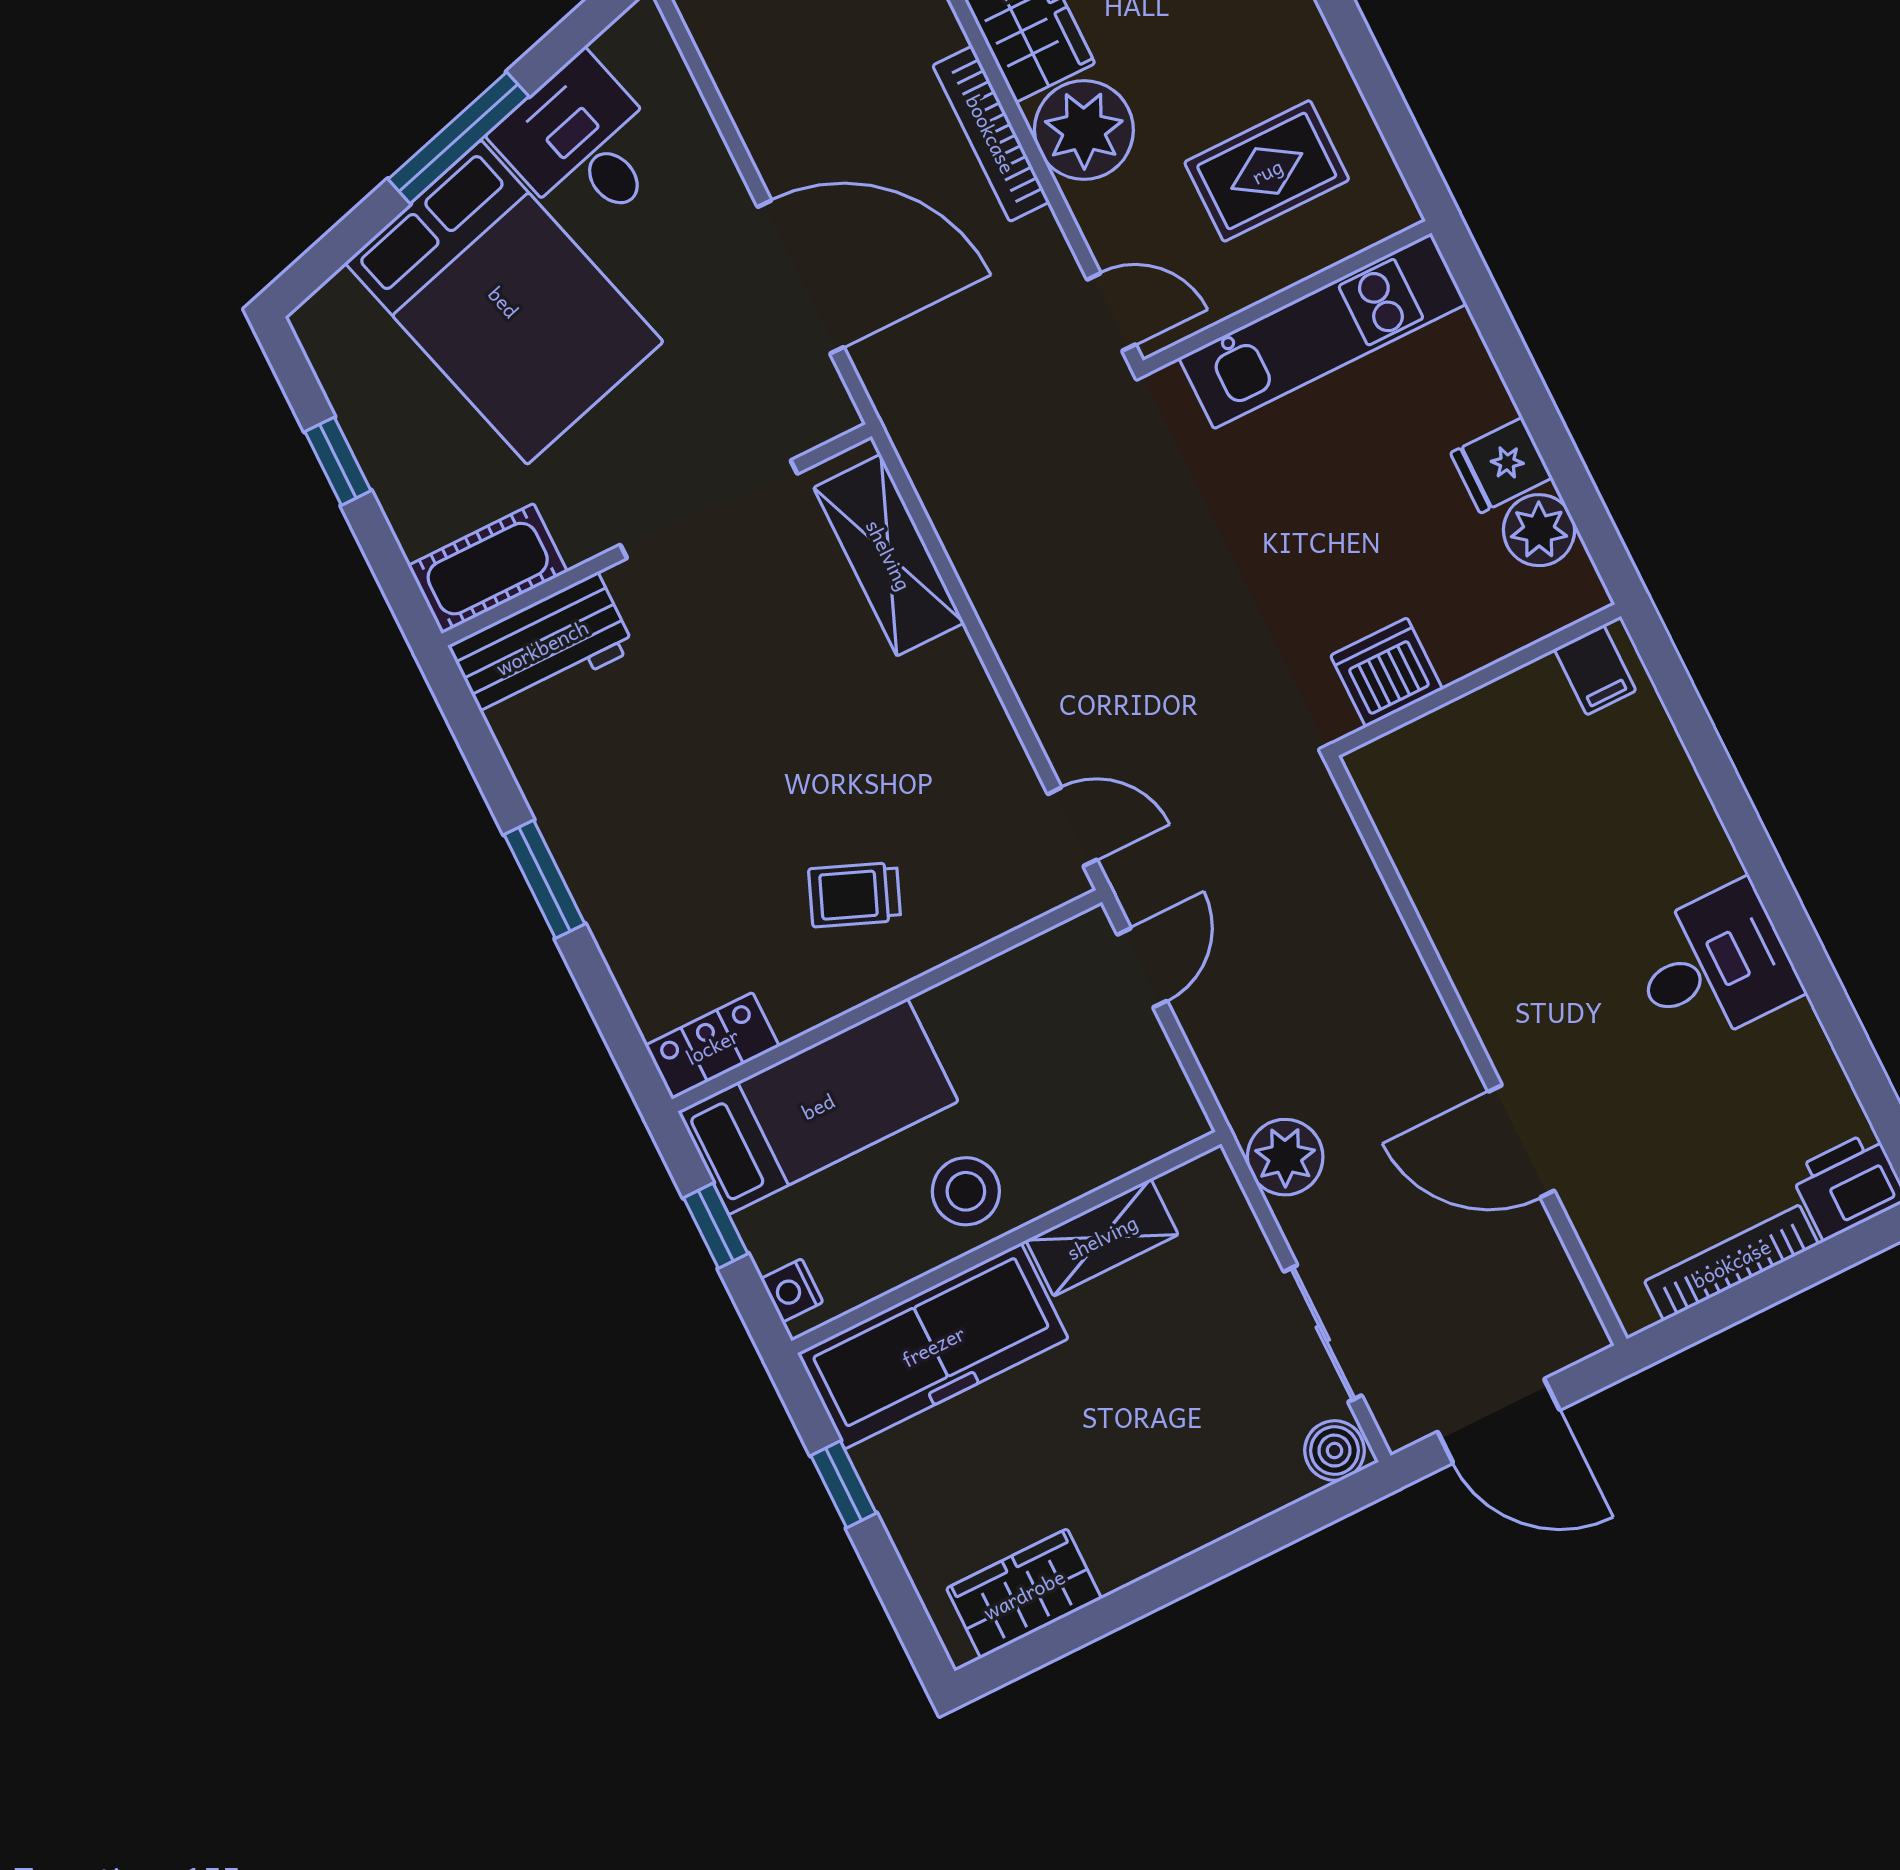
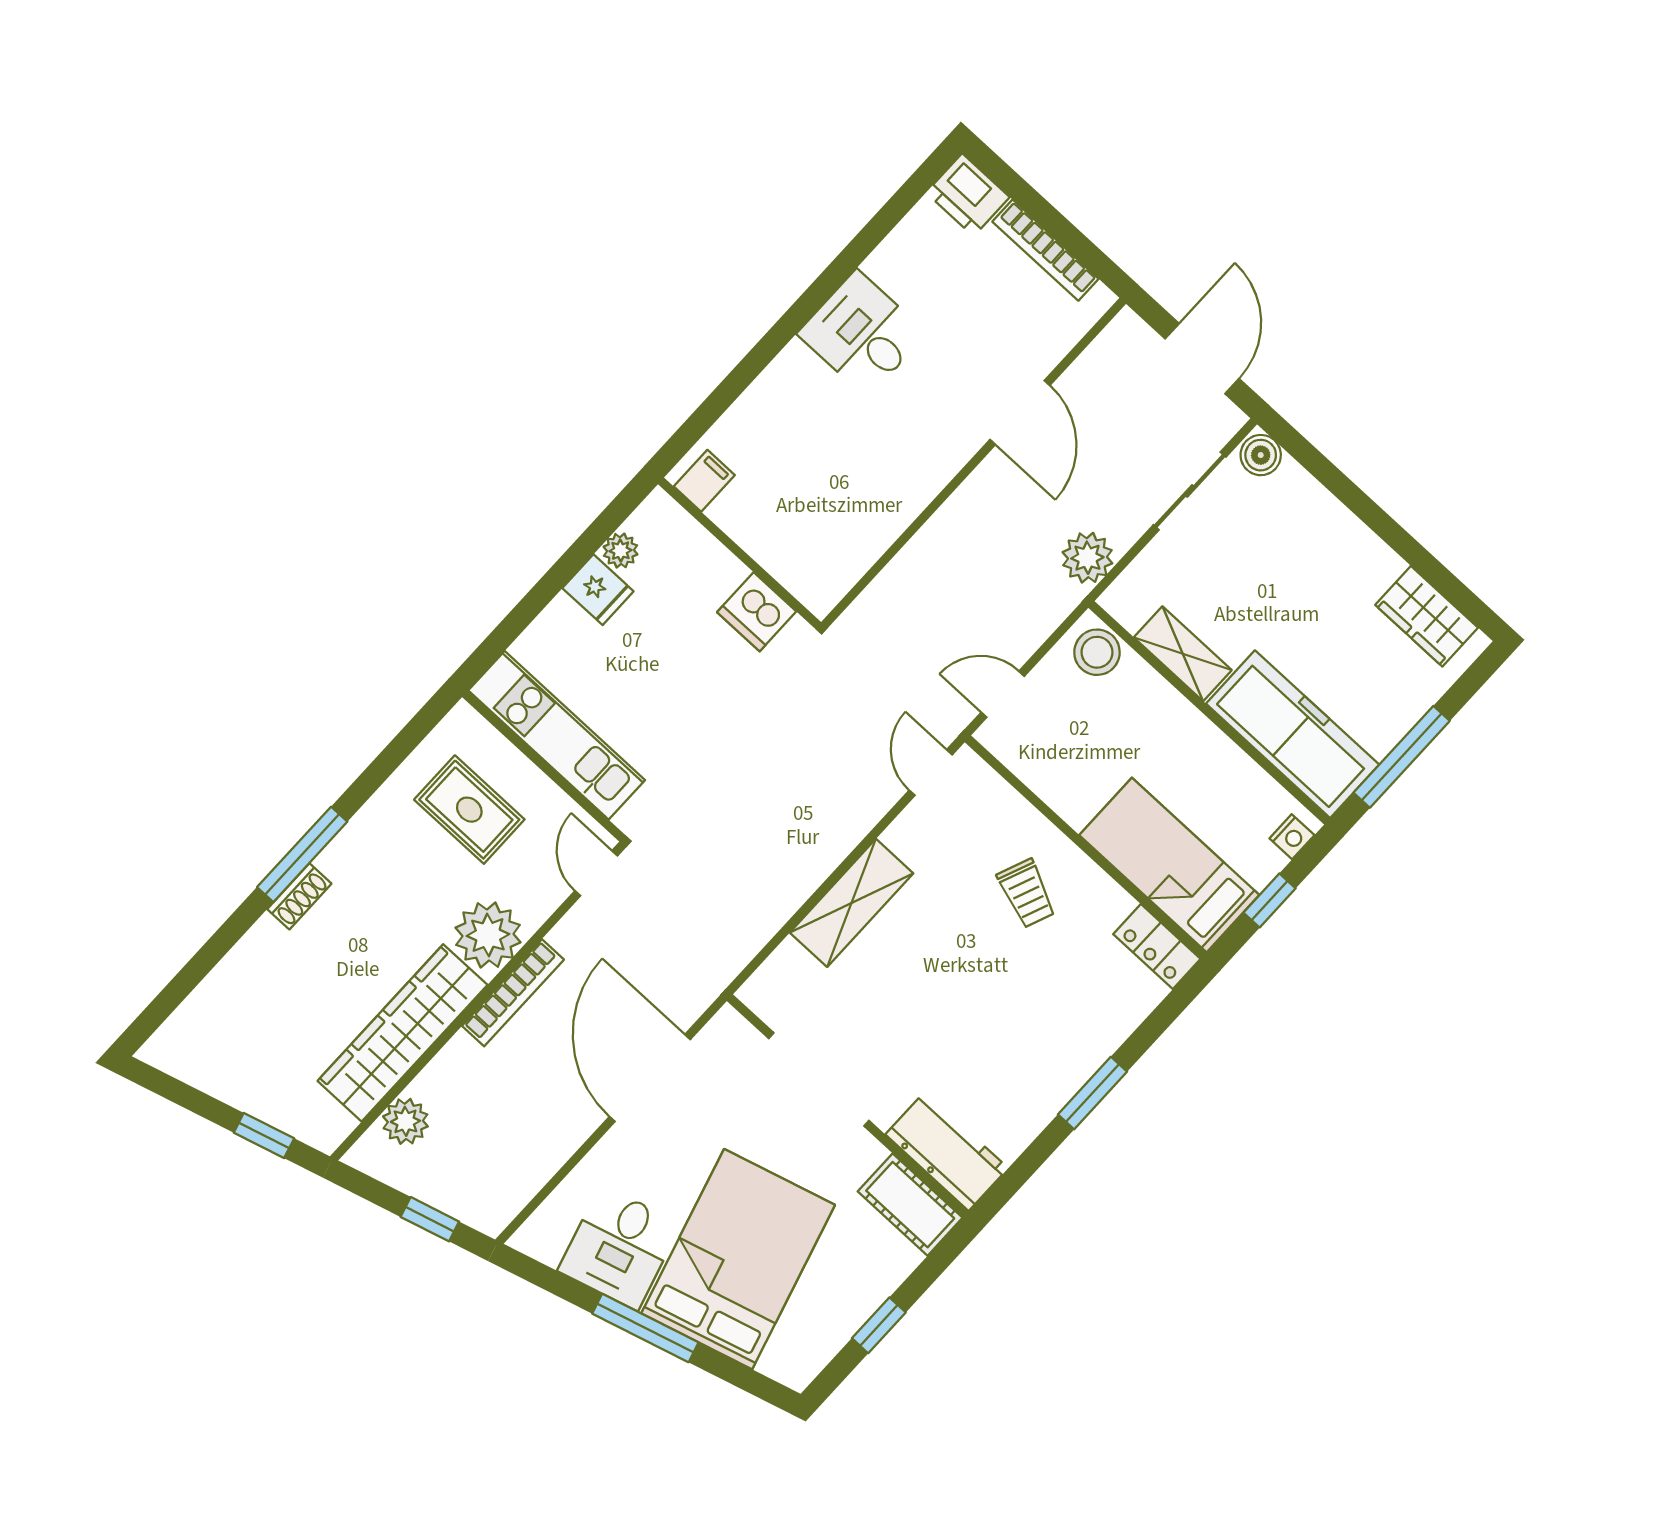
plant: (1539, 530) -> (621, 551), width x0.73, depth x0.73
shelving: (889, 555) -> (851, 903), moved
stool: (966, 1191) -> (1097, 652), moved
window: (844, 1484) -> (1402, 757), width x2.17

